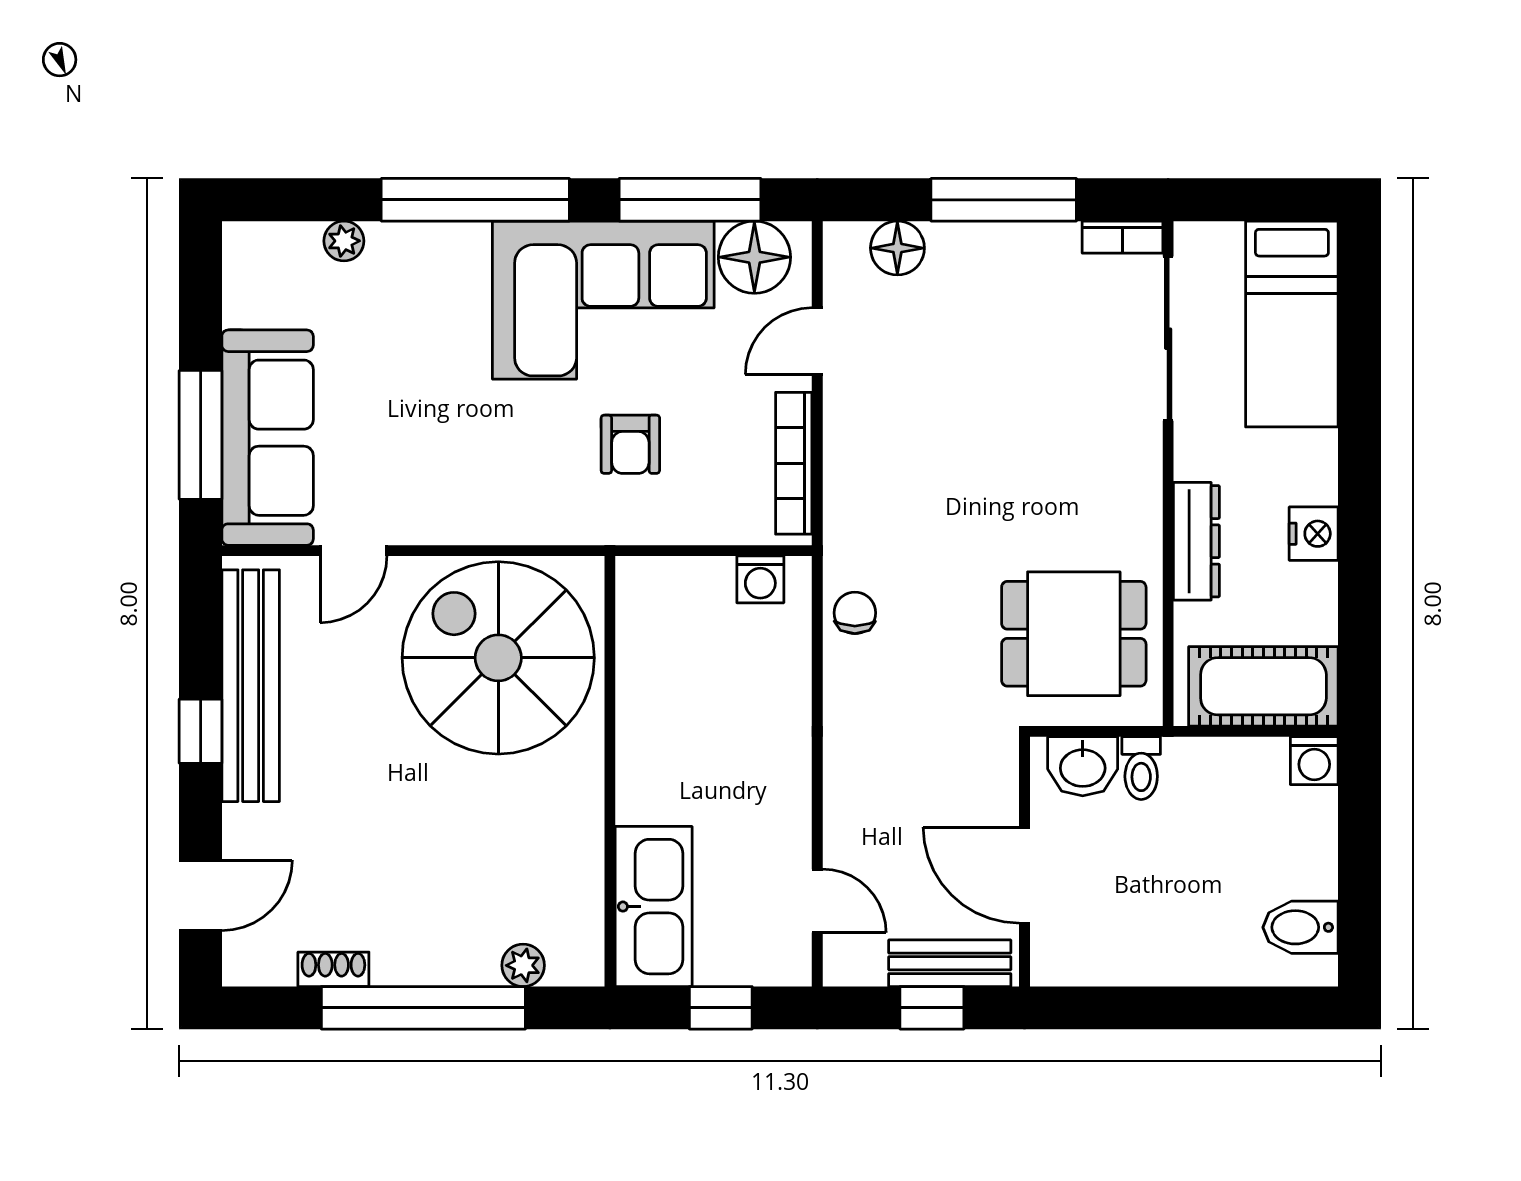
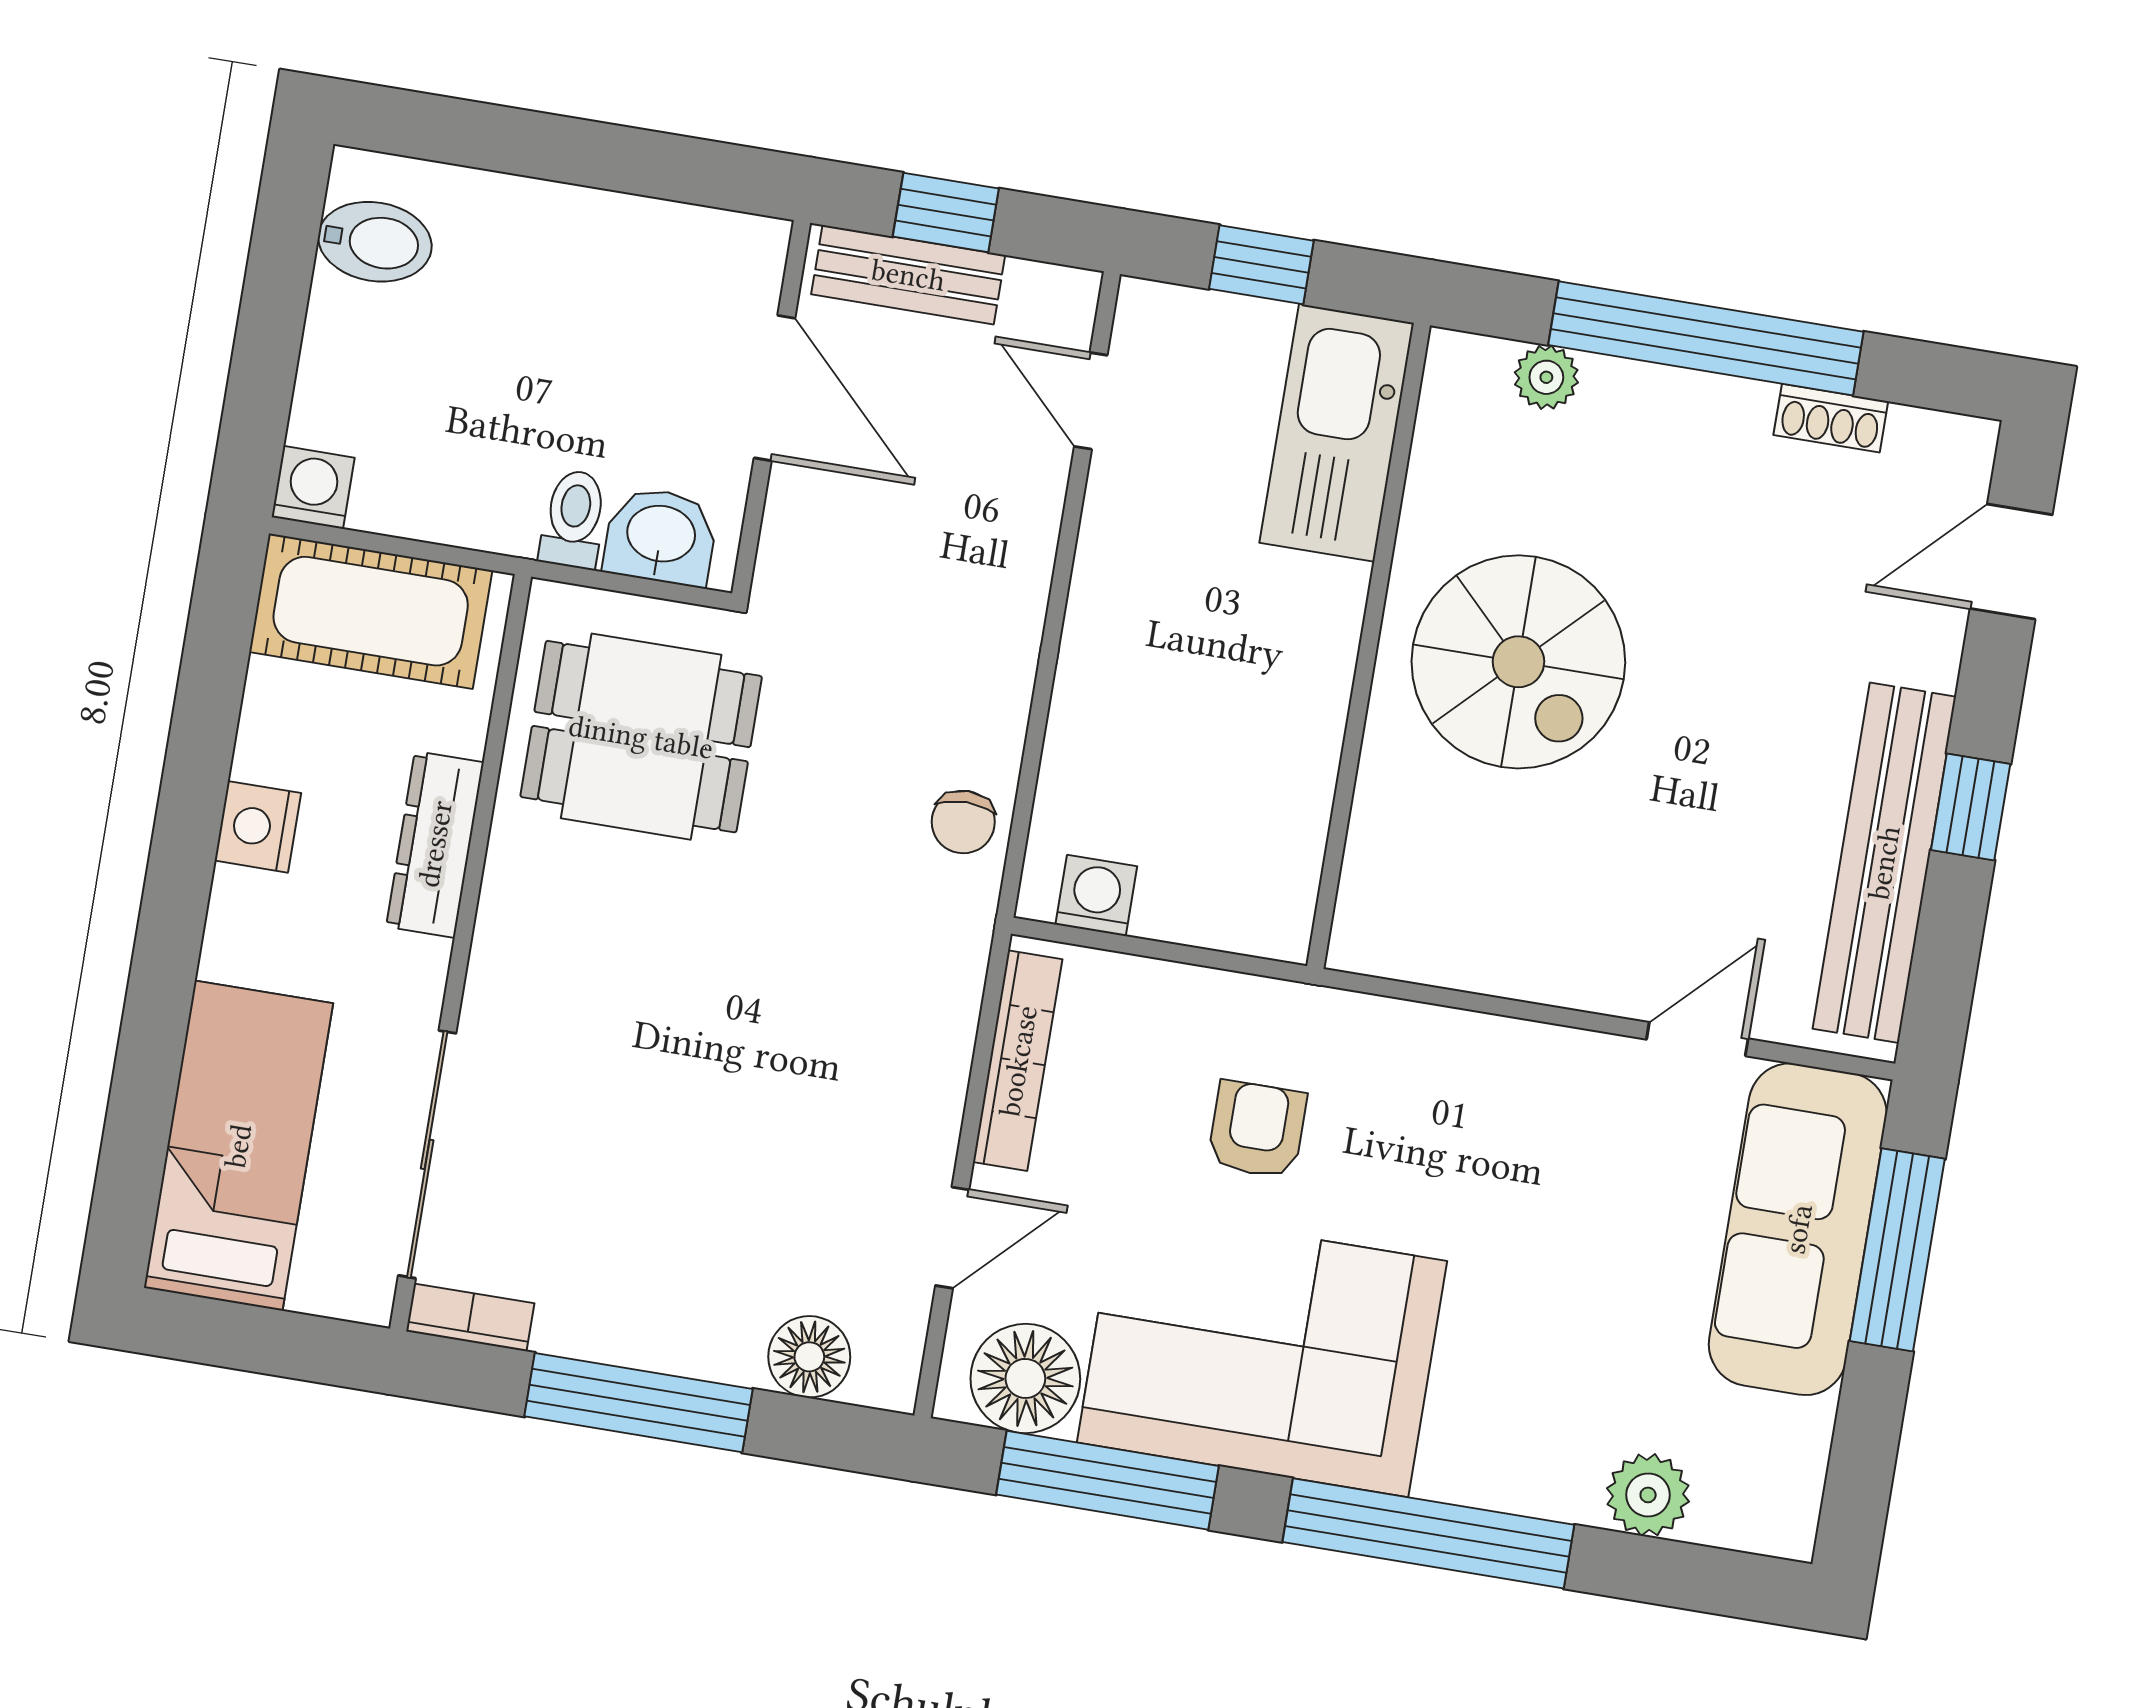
plant: (344, 241) -> (1648, 1495), width x1.38, depth x1.38
spiral stairs: (498, 658) -> (1518, 662), moved, width x0.73, depth x0.73

